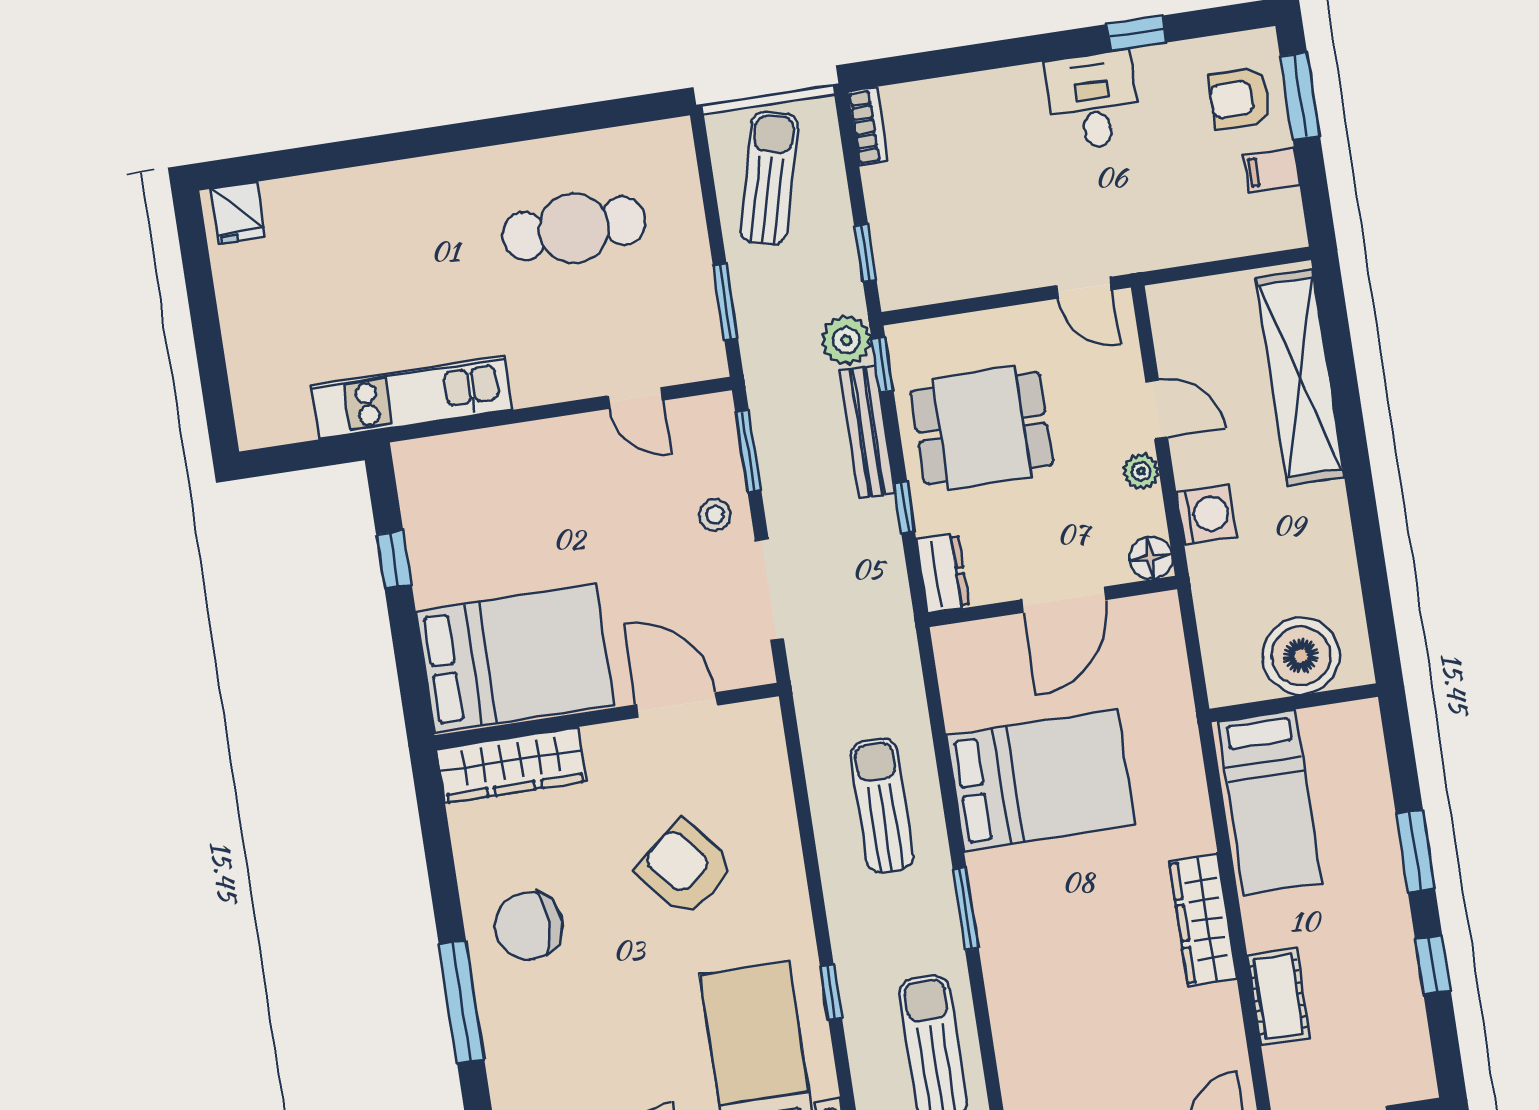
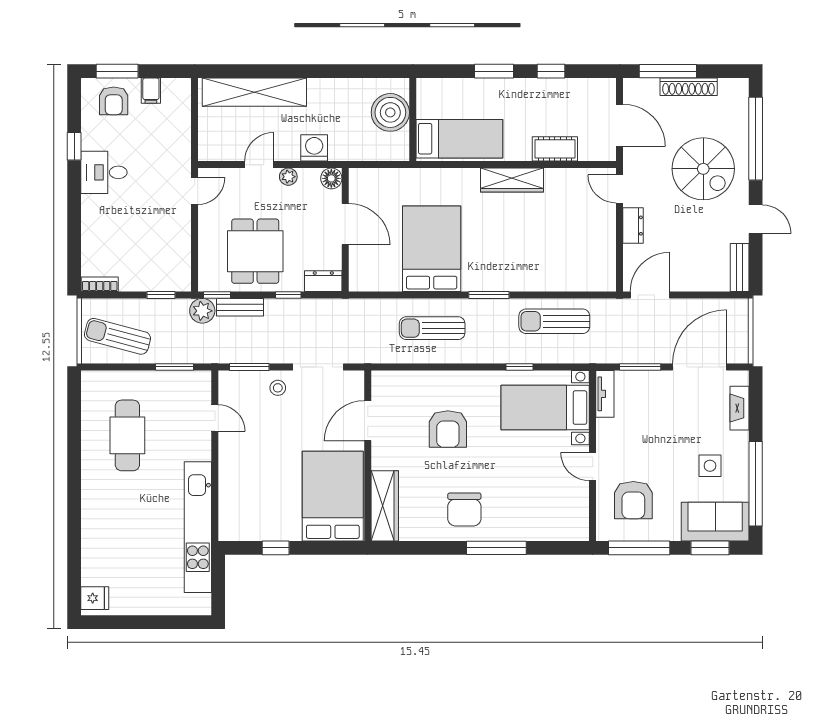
kitchen unit: (412, 397) -> (198, 527), width x1.36
door: (635, 398) -> (215, 418), hinge flipped
bench: (867, 432) -> (240, 307), width x0.73
armchair: (685, 868) -> (448, 429), turned -50

